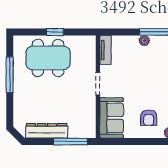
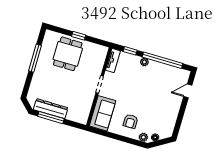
window: (123, 32) -> (130, 51), added
dining table: (48, 58) -> (68, 54), width x0.73
window: (70, 142) -> (51, 118), moved

